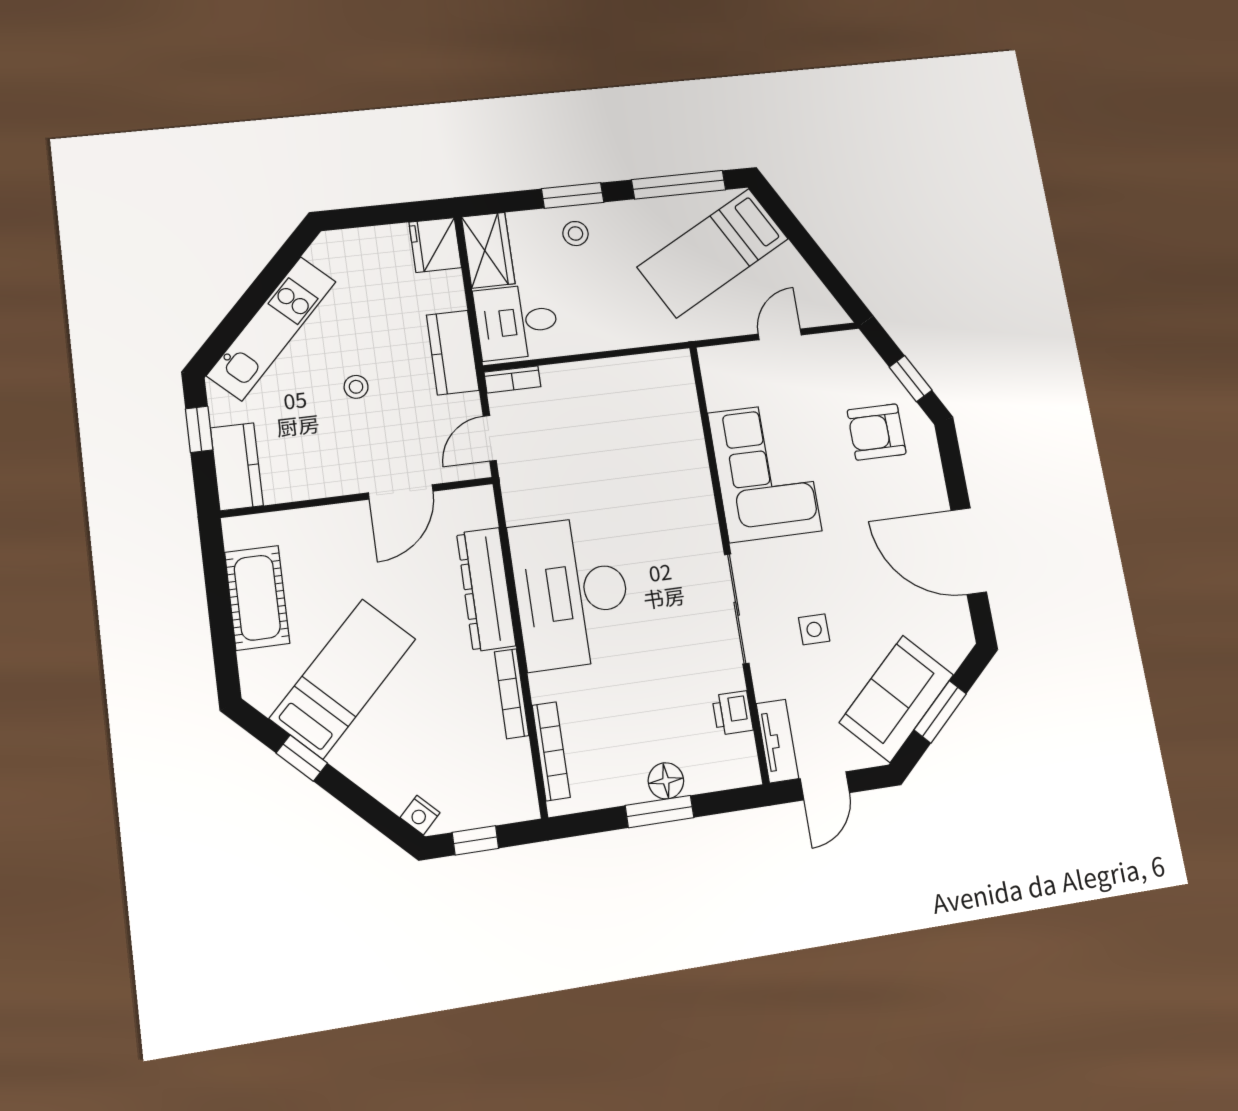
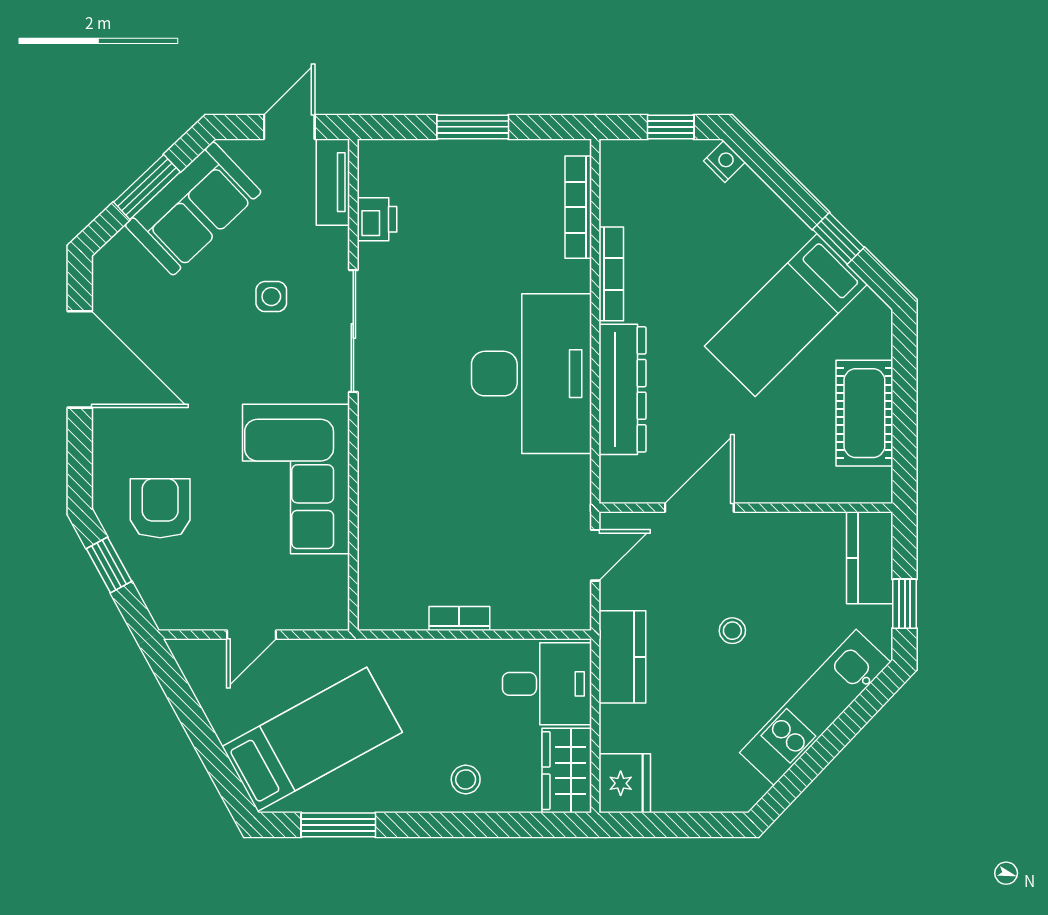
window: (679, 185) -> (338, 825), width x0.69
window: (573, 196) -> (462, 825), removed
bookcase: (512, 379) -> (459, 618), moved
armchair: (877, 432) -> (160, 508), turned -90
floor lamp: (666, 781) -> (461, 158), removed

